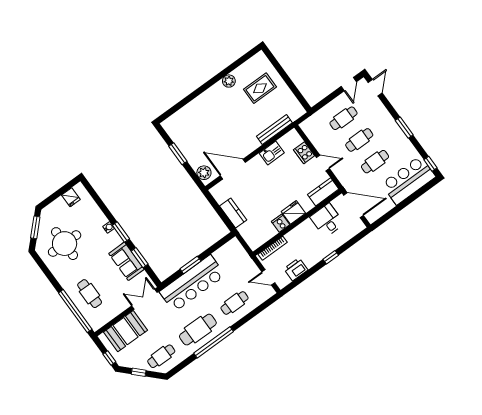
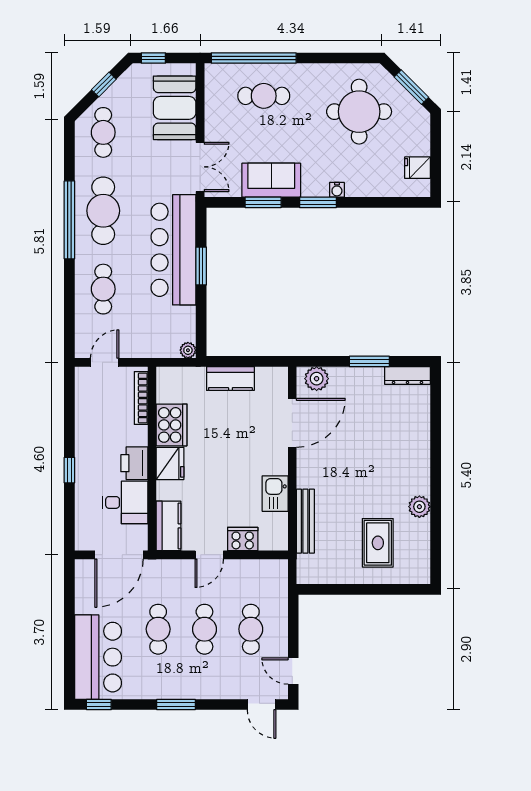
dresser: (172, 131) -> (408, 376), added
cooker: (281, 223) -> (172, 425), width x1.87, depth x1.31
plant: (234, 243) -> (188, 350), added
printer: (296, 269) -> (134, 463), moved, turned 180

